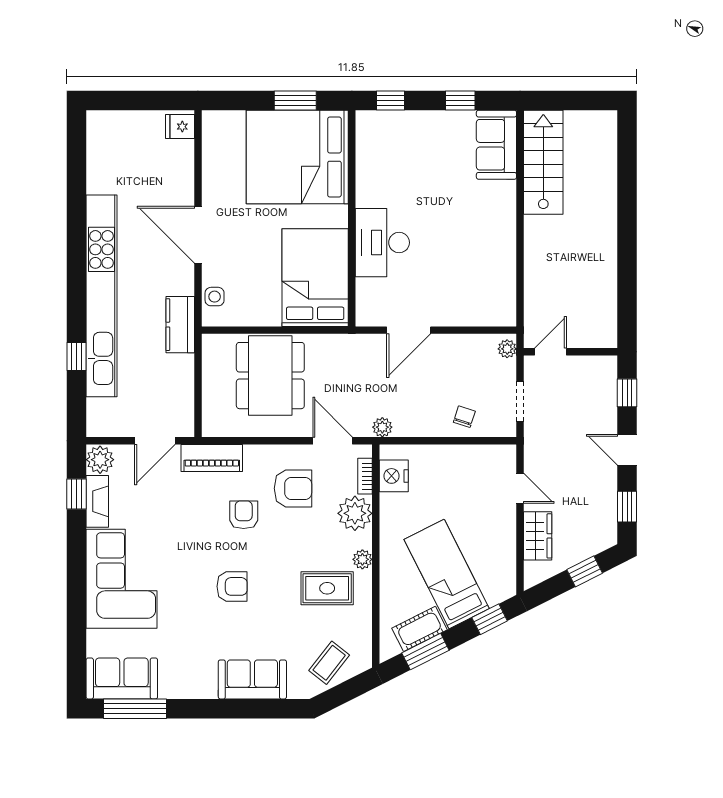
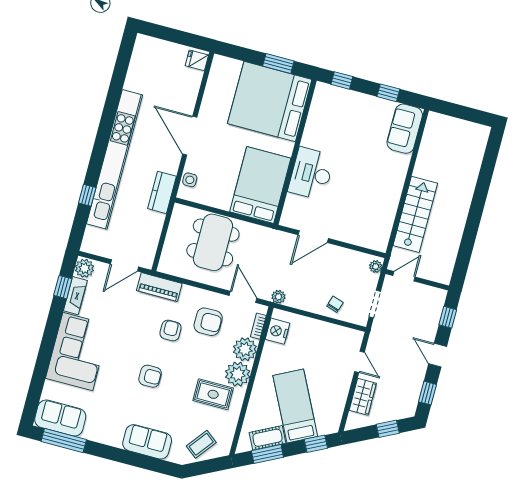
stairs: (543, 162) -> (415, 214), moved
plant: (362, 559) -> (238, 374), width x1.88, depth x1.88

